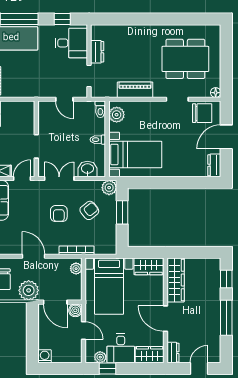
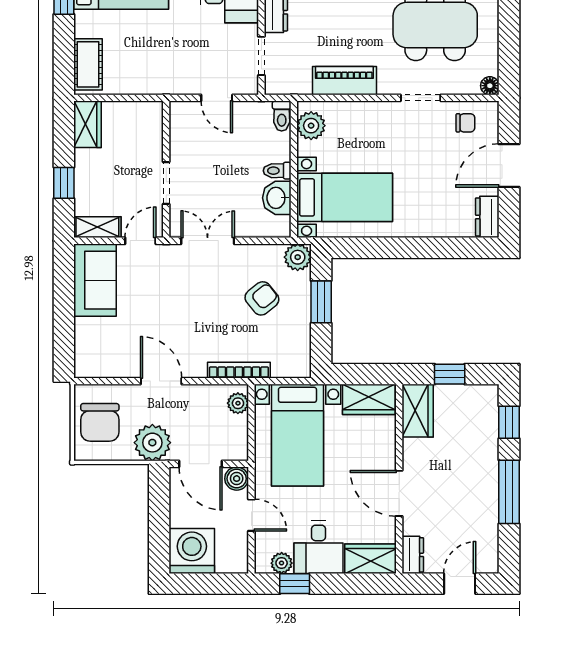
chair: (202, 113) -> (465, 123), width x0.54, depth x0.54
washbasin: (87, 169) -> (277, 198), moved, turned -90
armchair: (59, 214) -> (207, 304), removed
window: (193, 252) -> (450, 374), added
wardrobe: (176, 280) -> (418, 411), width x0.67
washing machine: (45, 356) -> (192, 551), width x1.89, depth x1.89

